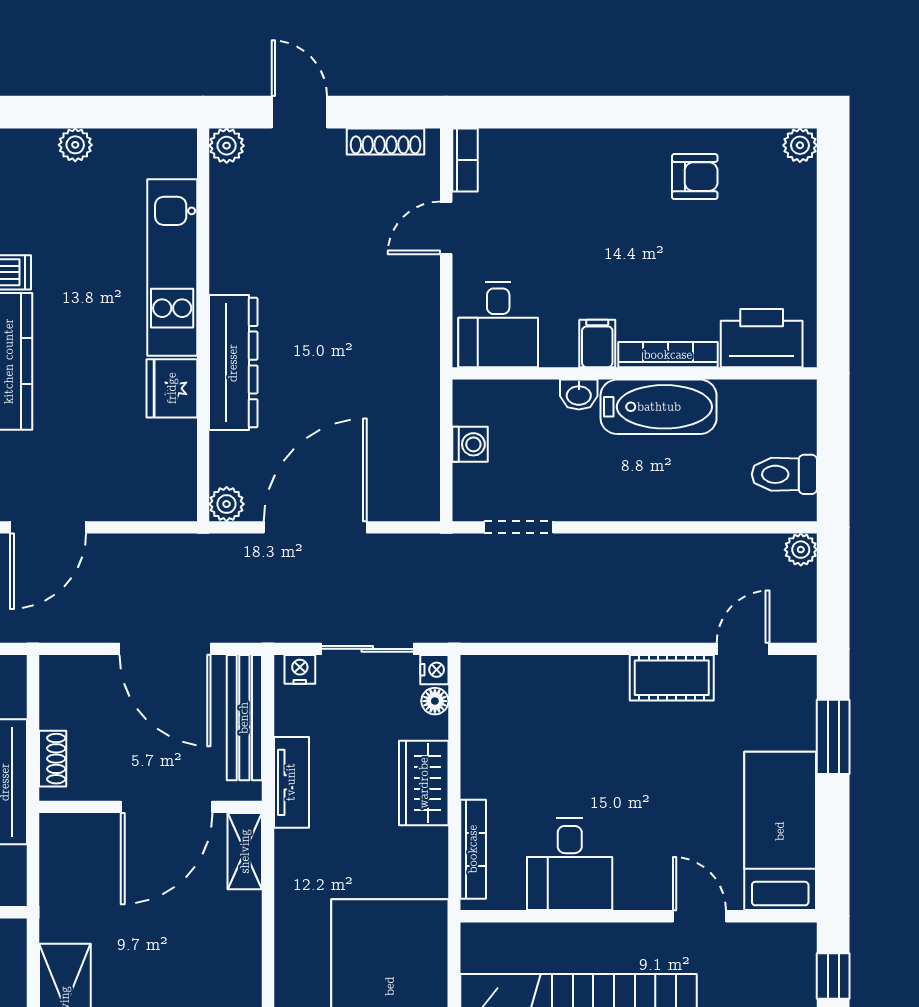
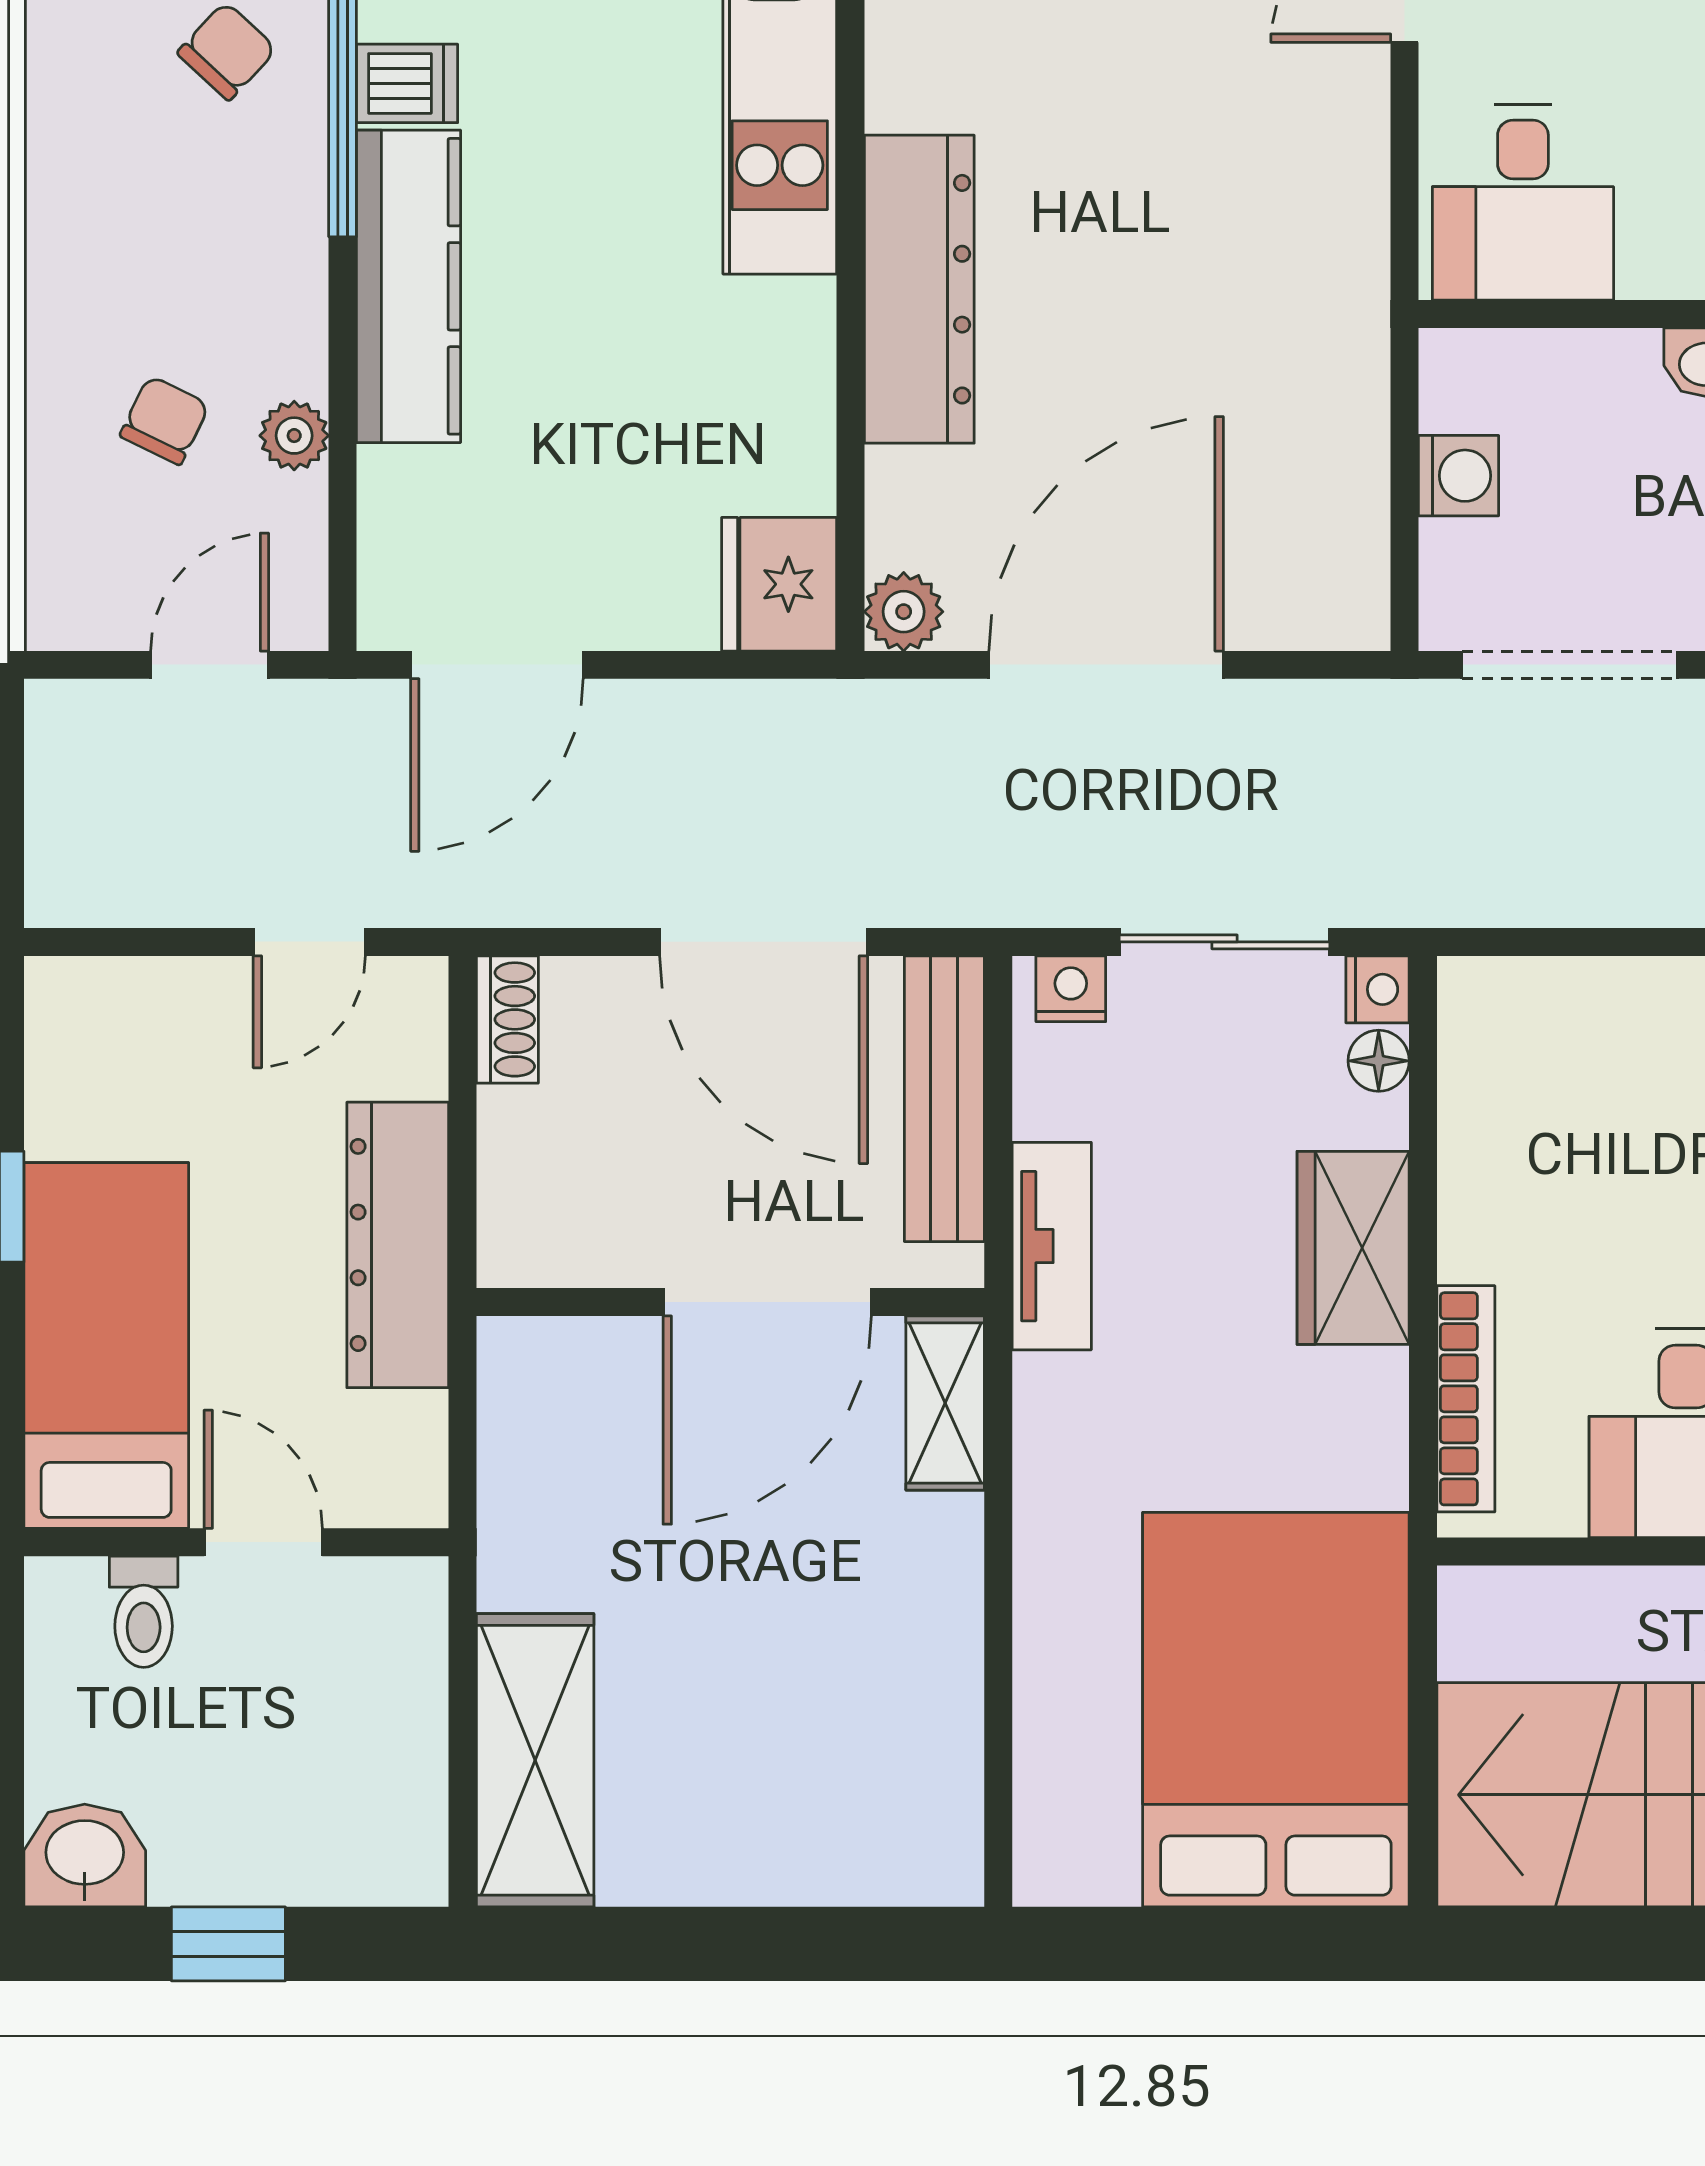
fridge: (172, 388) -> (779, 584), moved
doorway: (519, 527) -> (1570, 665), width x1.38
shoe rack: (53, 759) -> (507, 1019), moved

